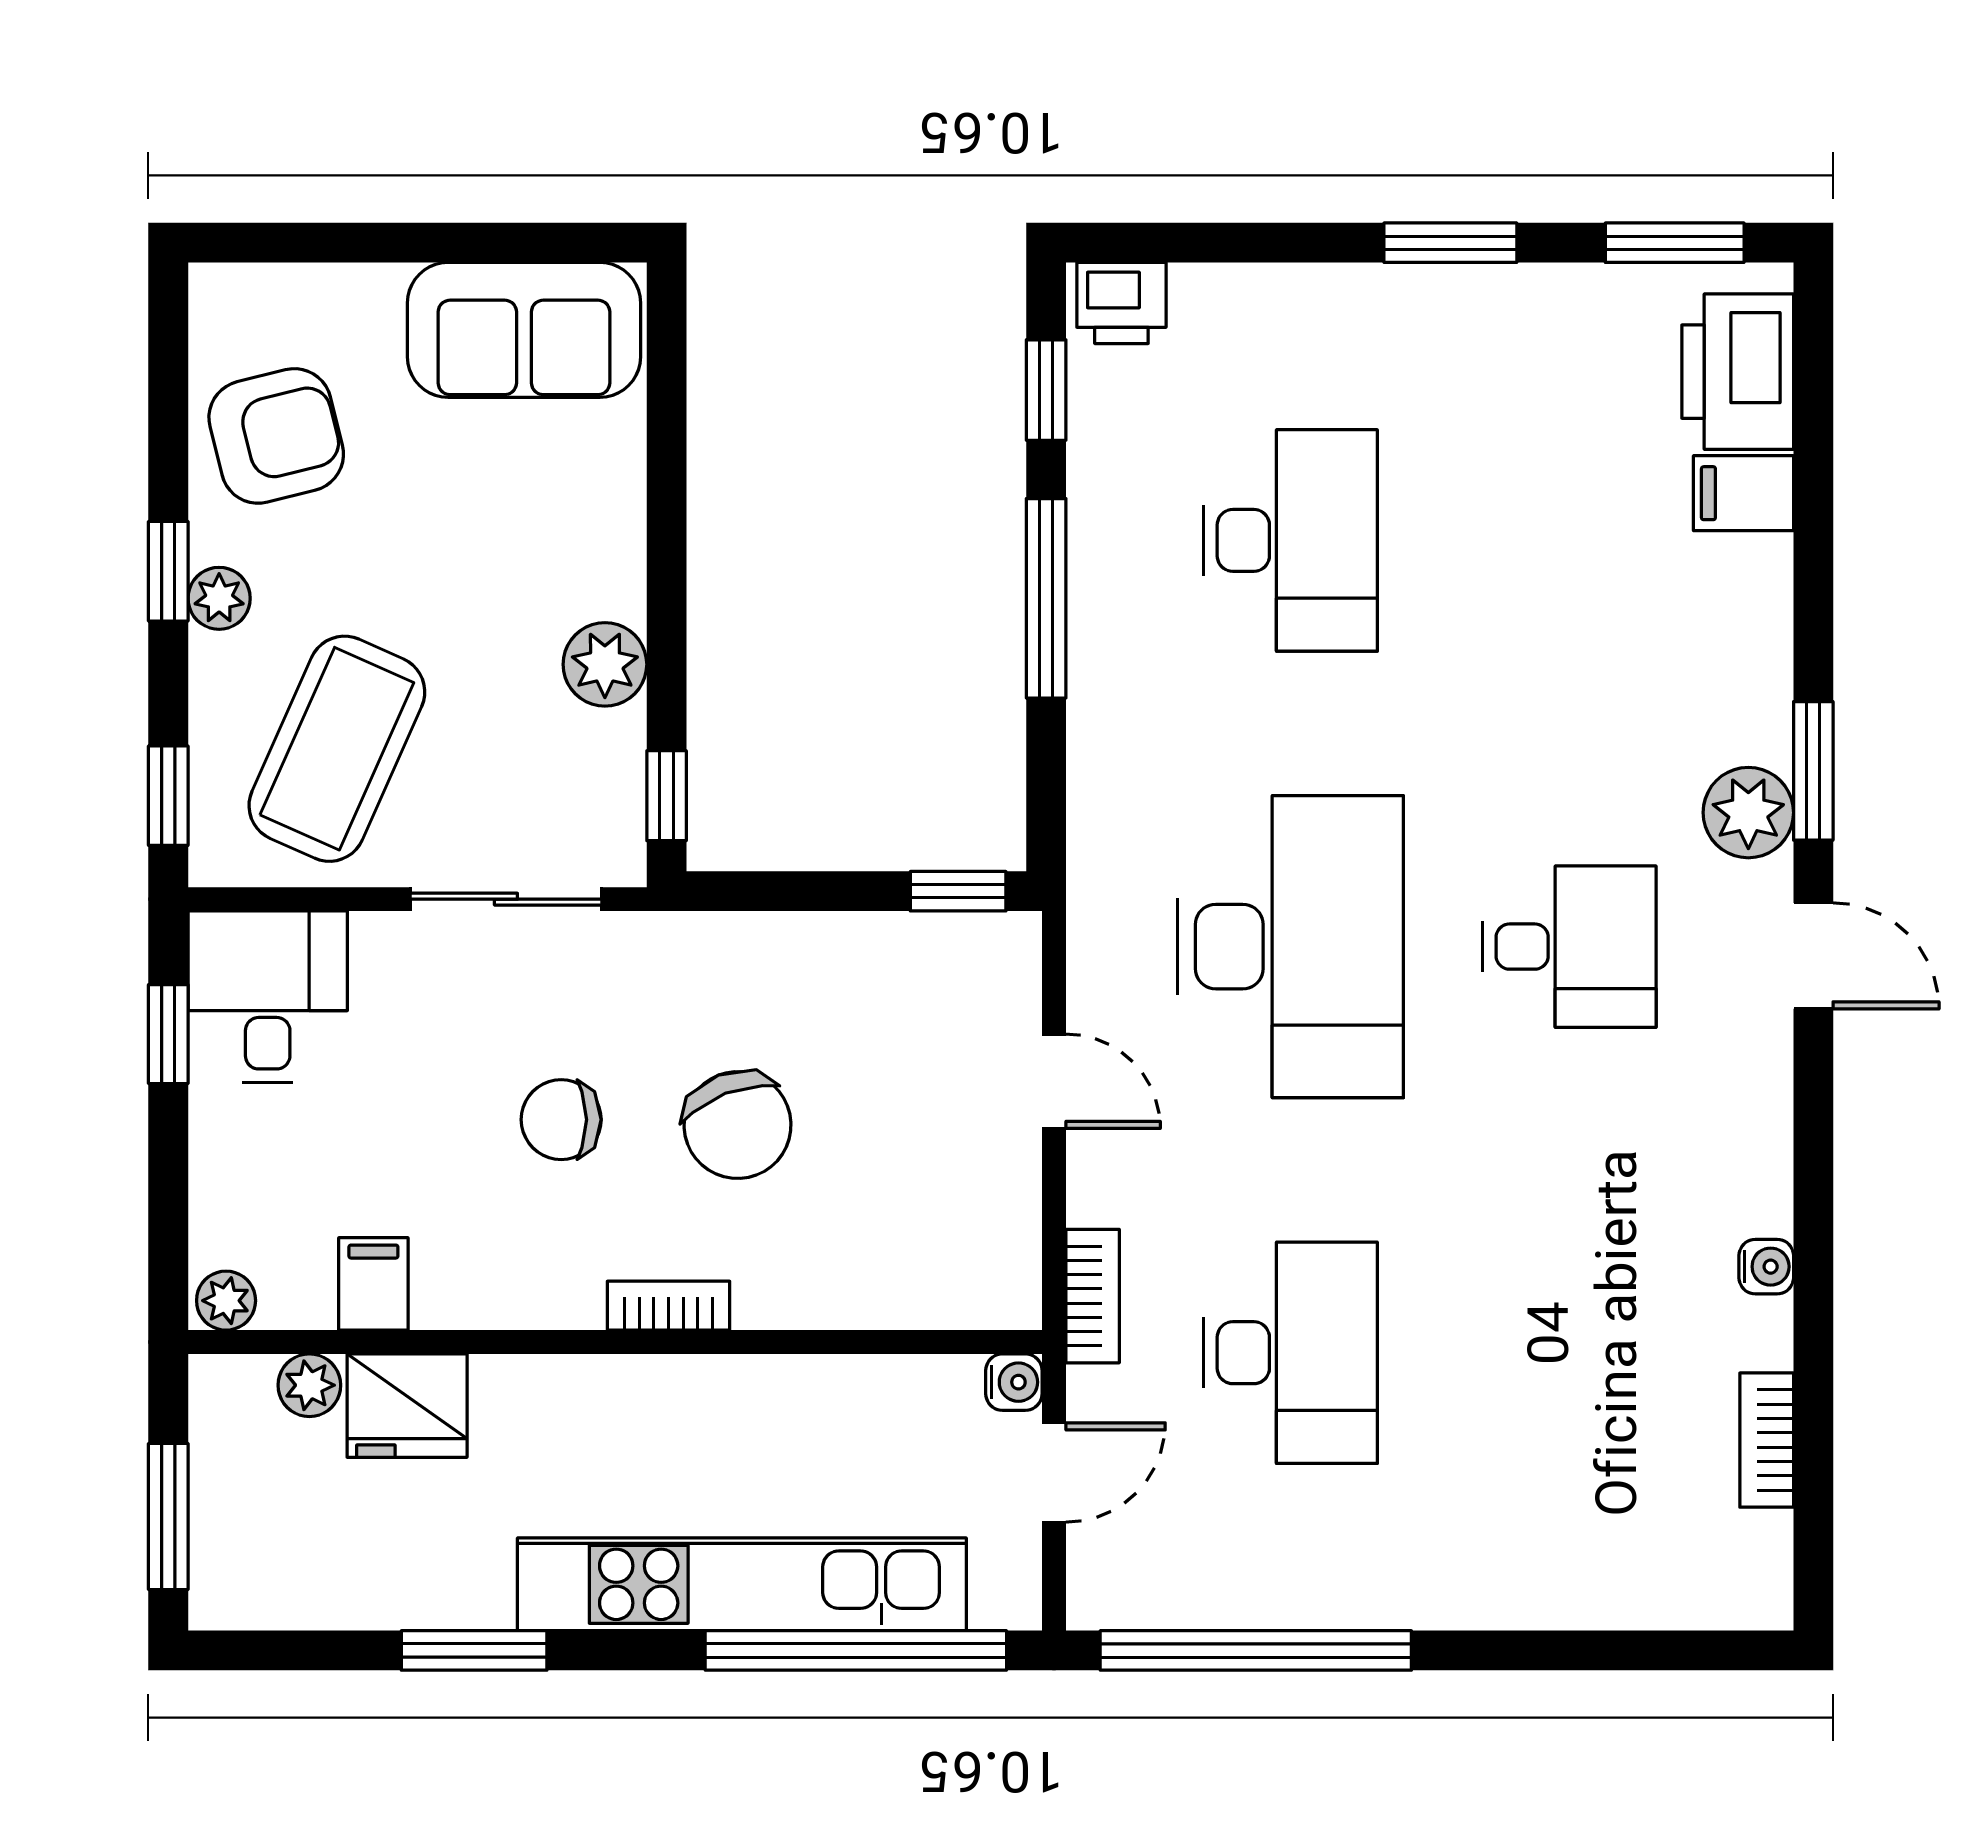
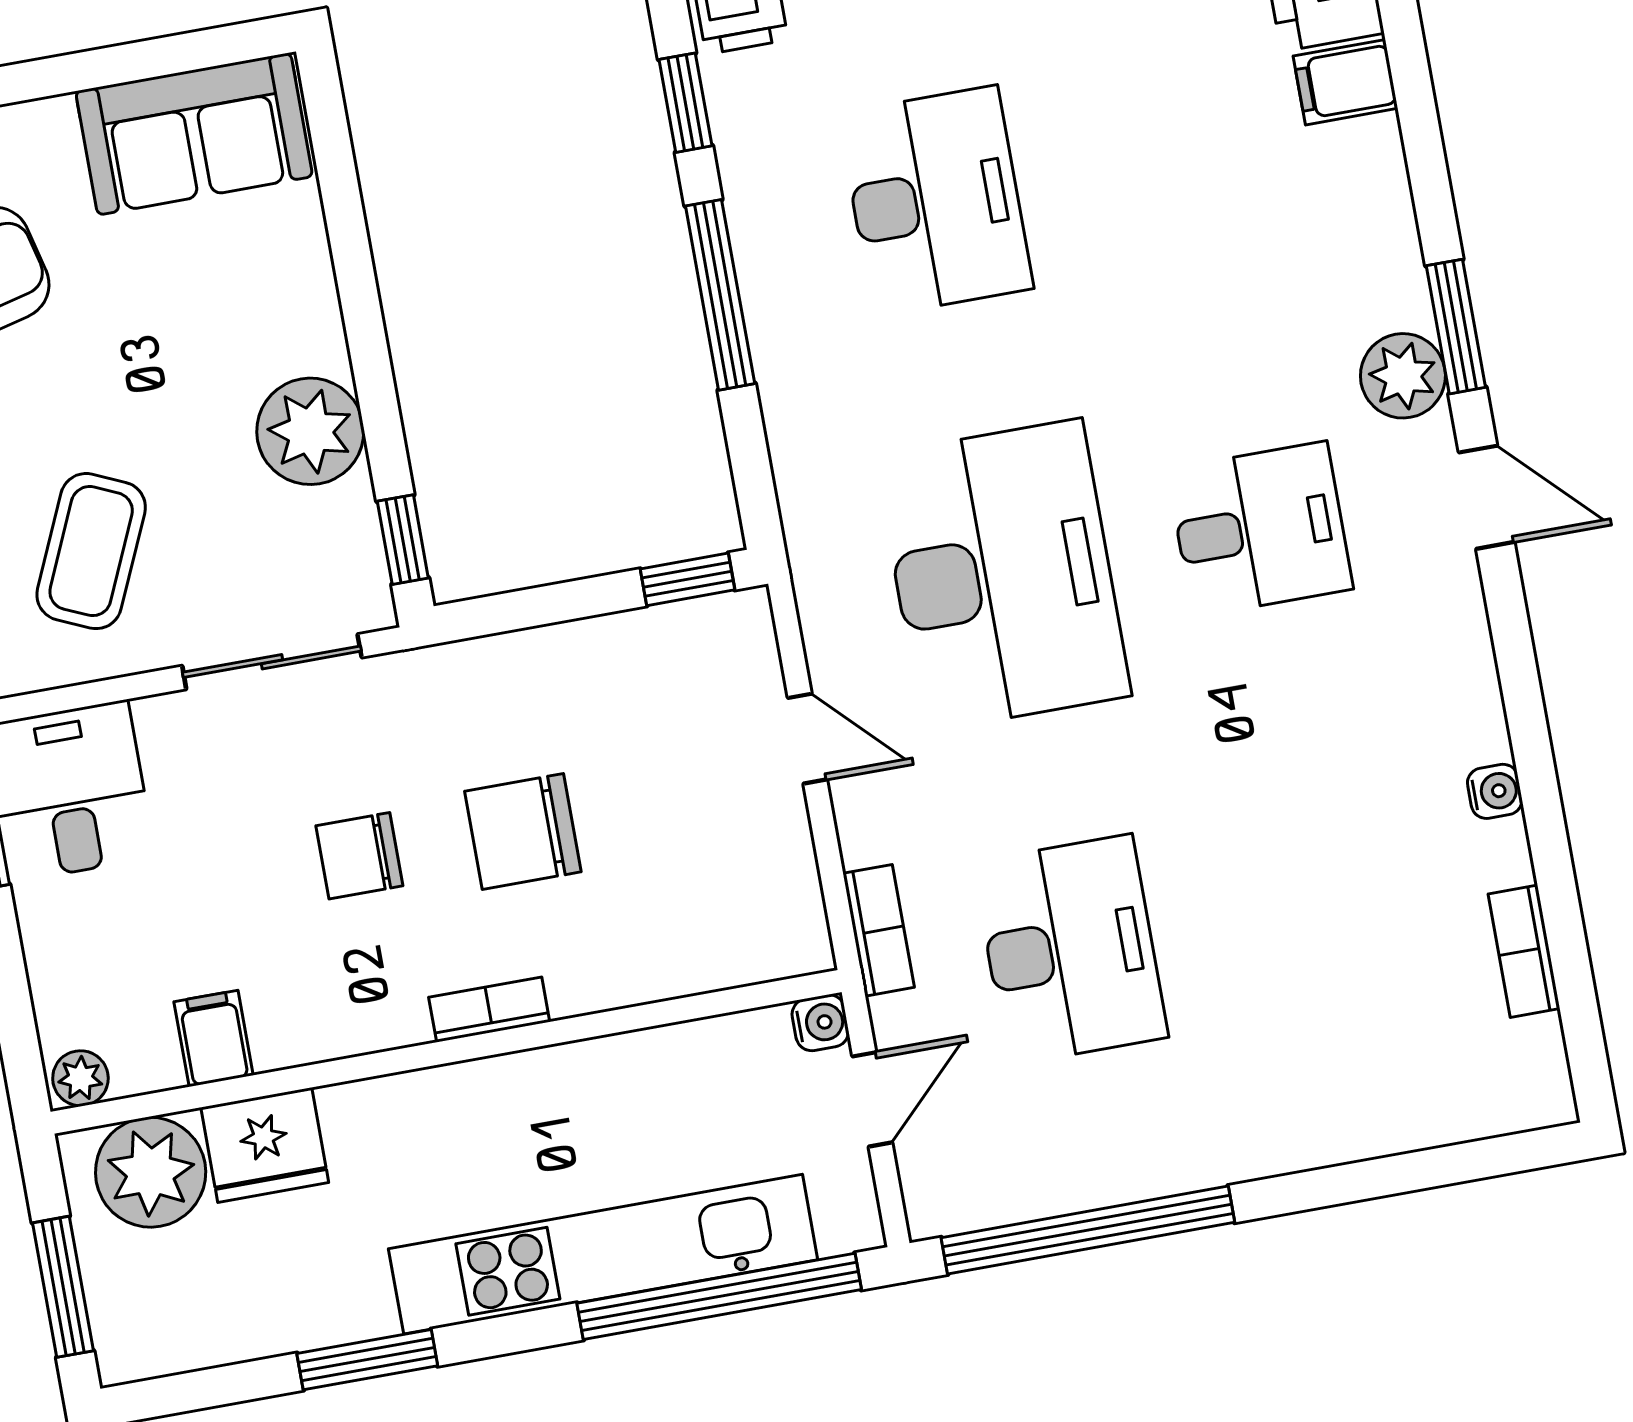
plant: (605, 664) -> (310, 431), width x1.36, depth x1.36
coffee table: (337, 749) -> (91, 551), width x0.73, depth x0.76
chair: (738, 1125) -> (523, 832), turned 111
plant: (309, 1385) -> (151, 1172), width x1.88, depth x1.88

